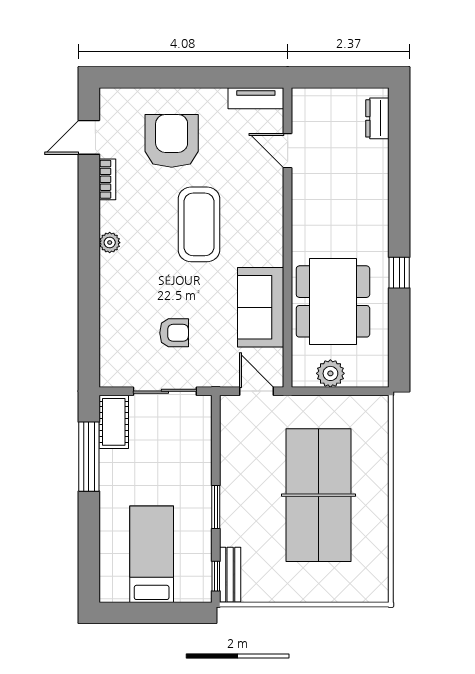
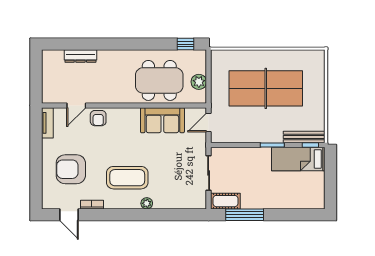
dresser: (377, 118) -> (80, 56), moved, width x1.44
coffee table: (199, 224) -> (127, 178), moved
plant: (110, 243) -> (147, 203), moved
window: (399, 273) -> (186, 44), moved
armchair: (174, 333) -> (98, 118), moved, turned 180
bed: (152, 554) -> (298, 159), moved
bench: (230, 575) -> (304, 137), width x1.36

